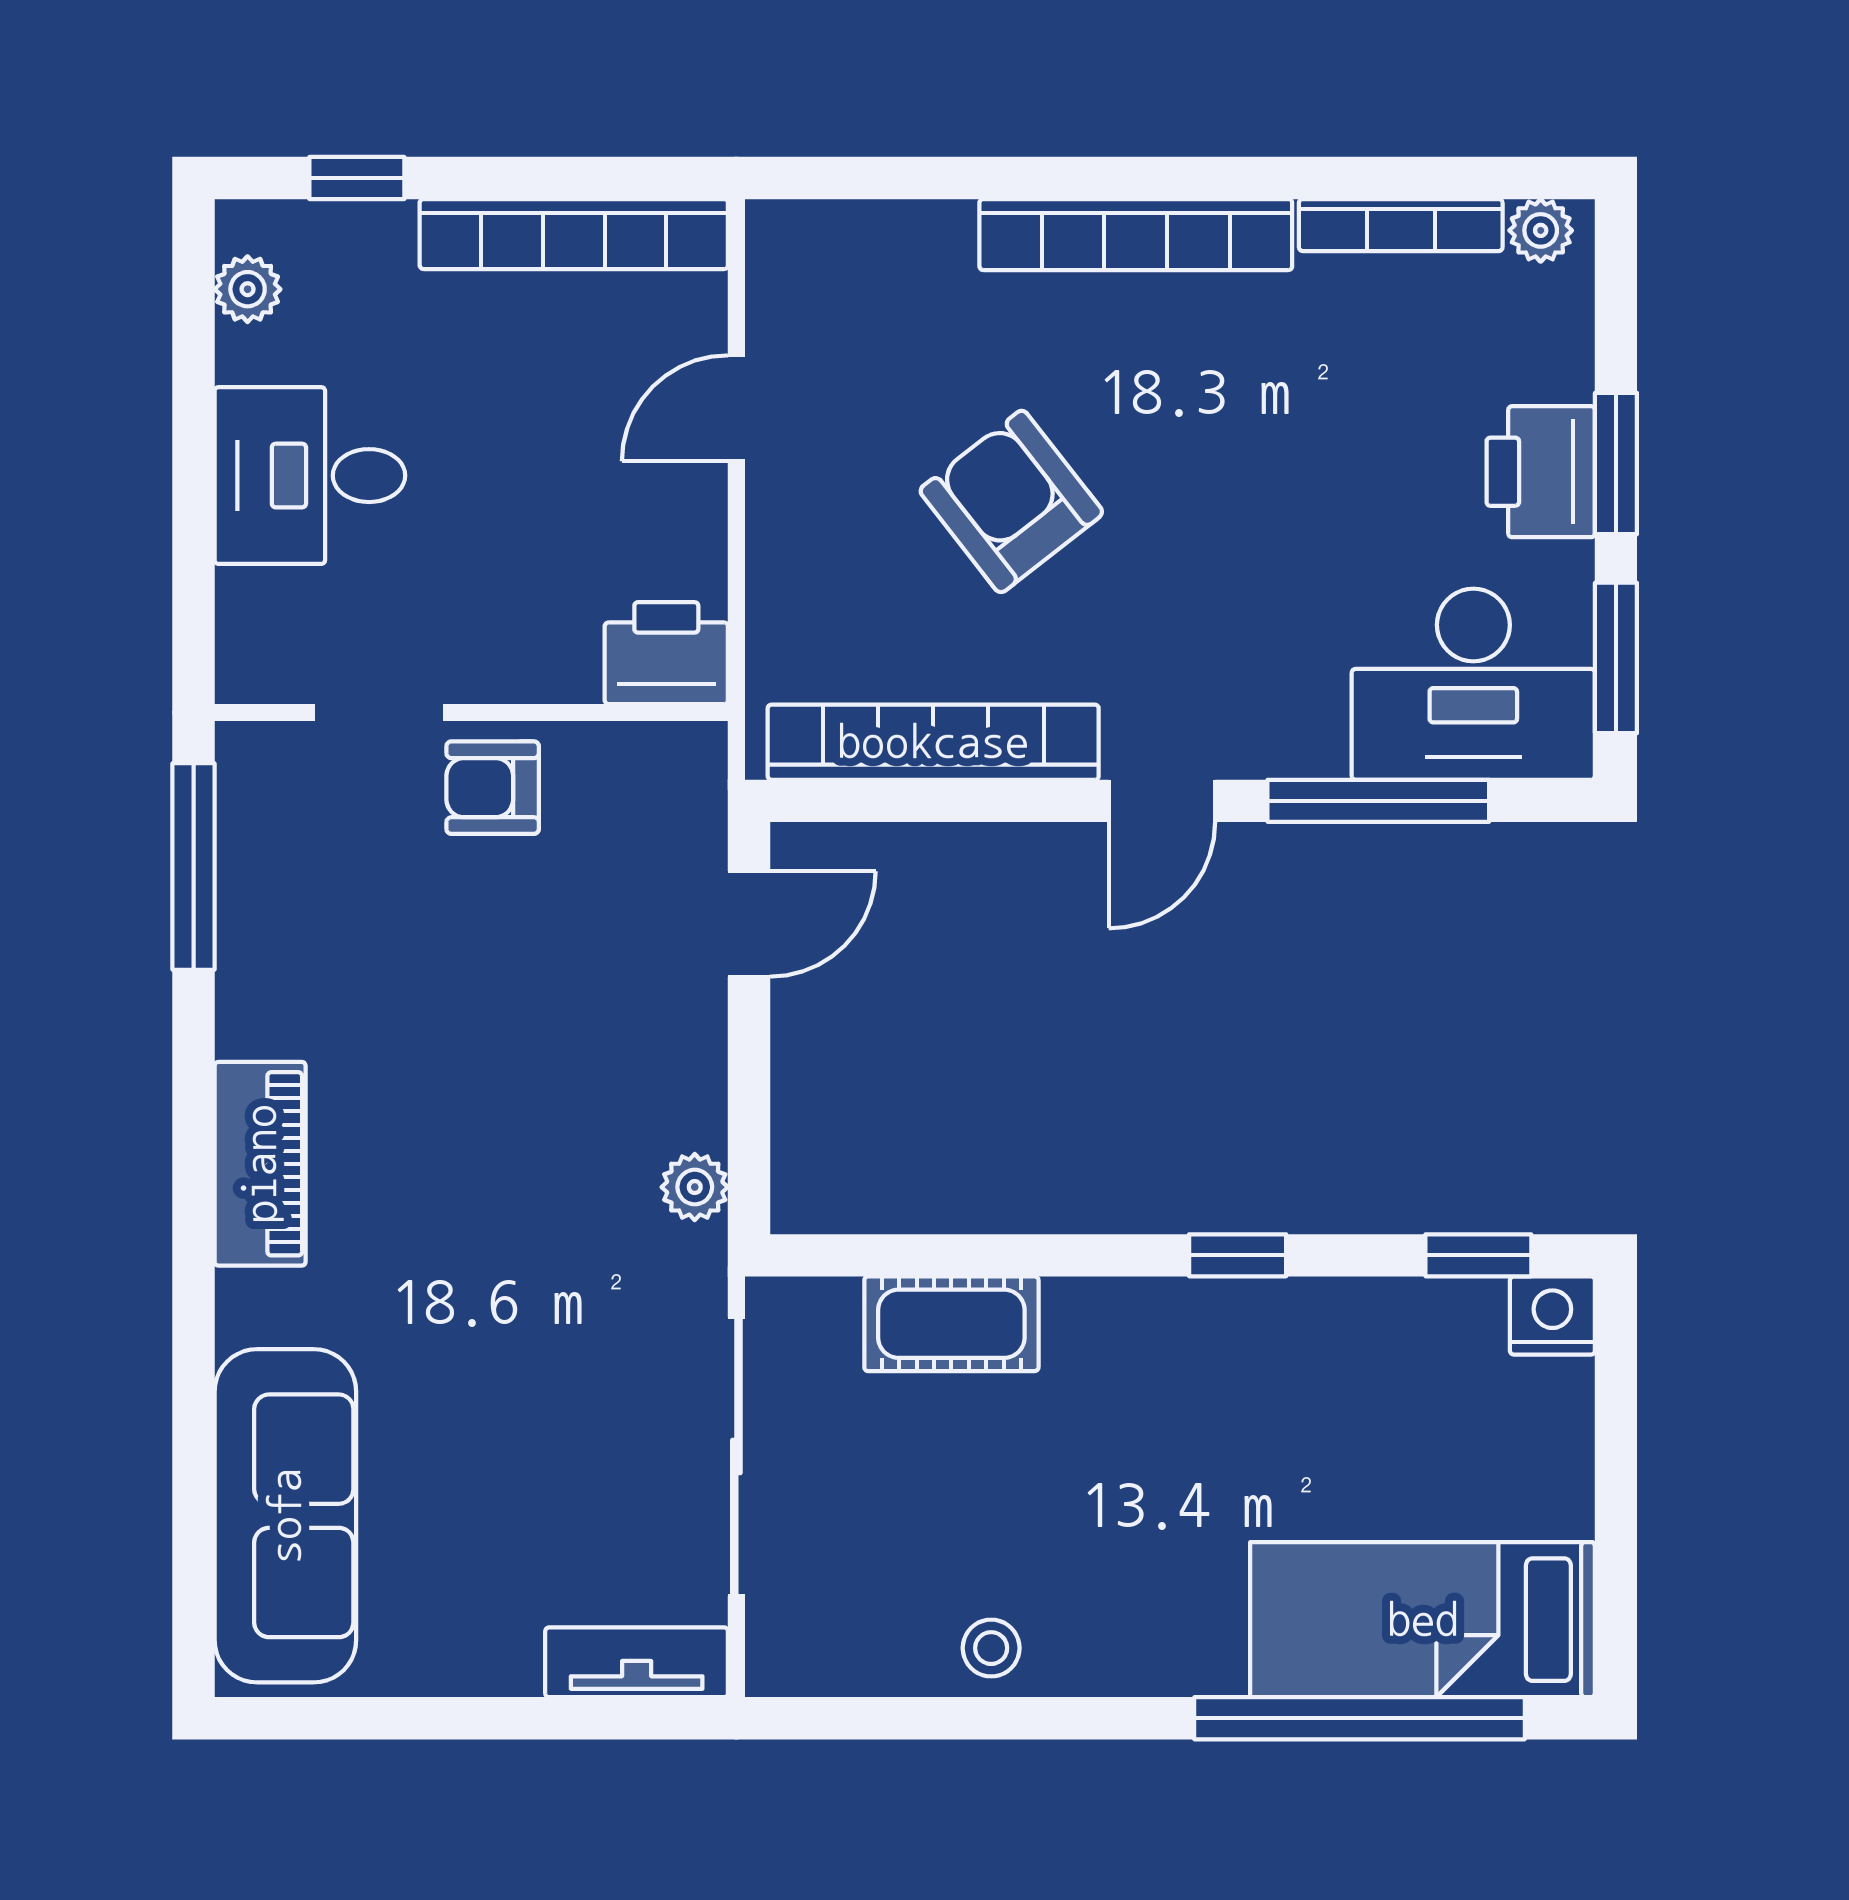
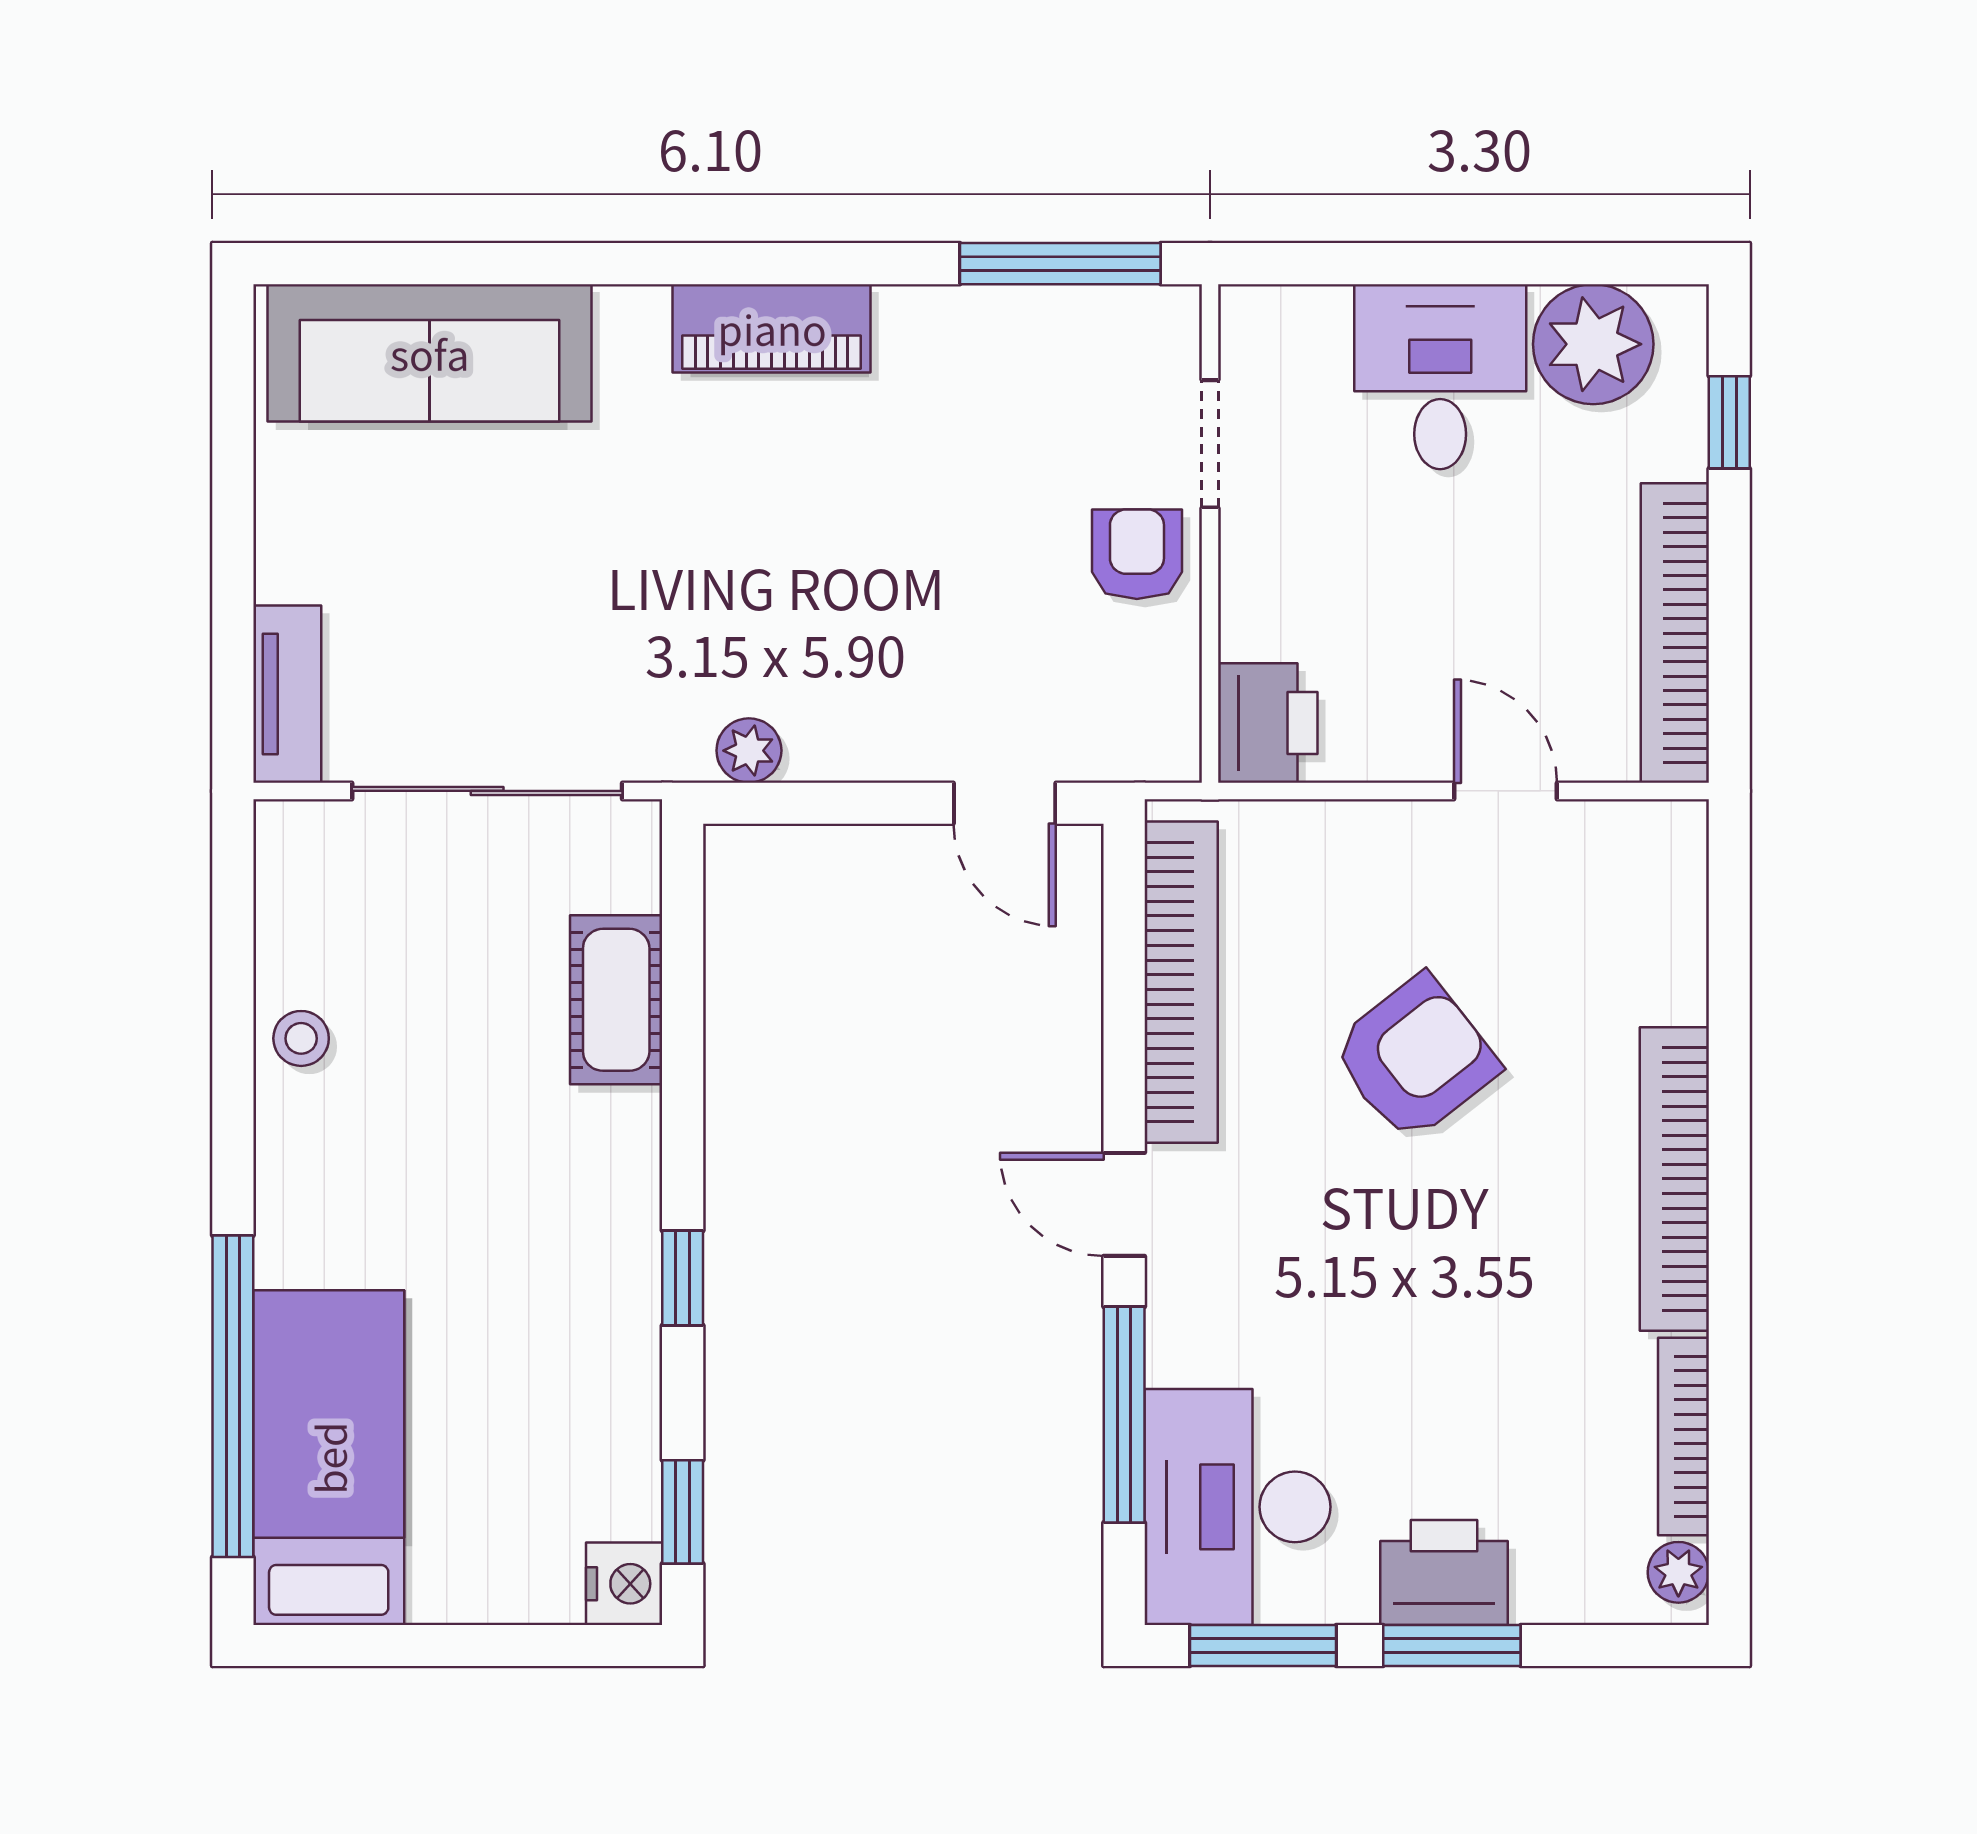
plant: (248, 289) -> (1593, 344), width x1.88, depth x1.88

